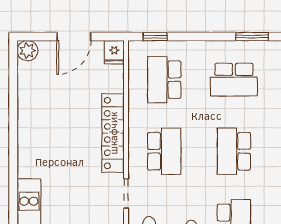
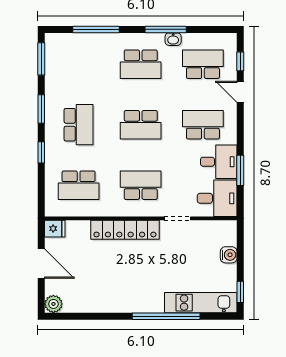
window: (155, 37) -> (41, 152), moved
window: (13, 181) -> (166, 316), added

